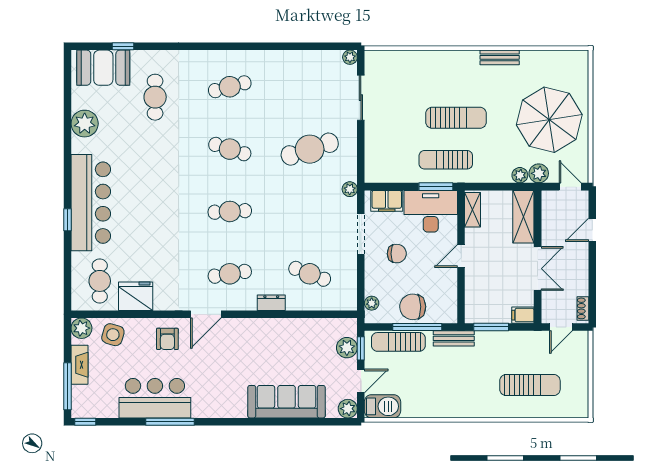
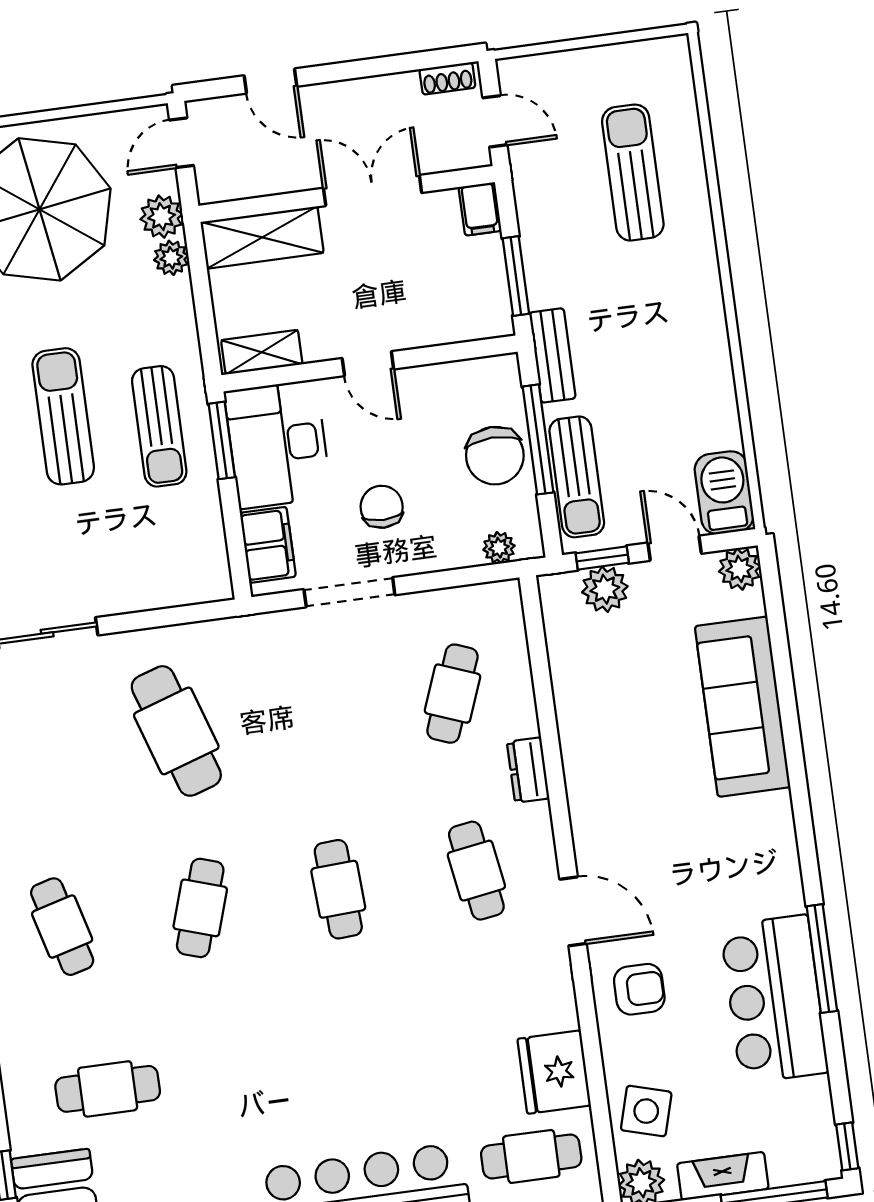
plant: (350, 189) -> (253, 630), removed

